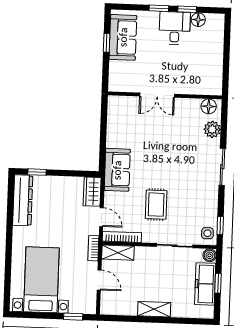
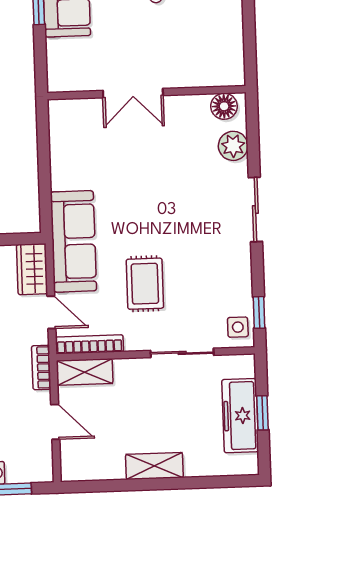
sofa: (117, 170) -> (73, 241), width x1.36
boiler: (210, 255) -> (244, 365), removed

